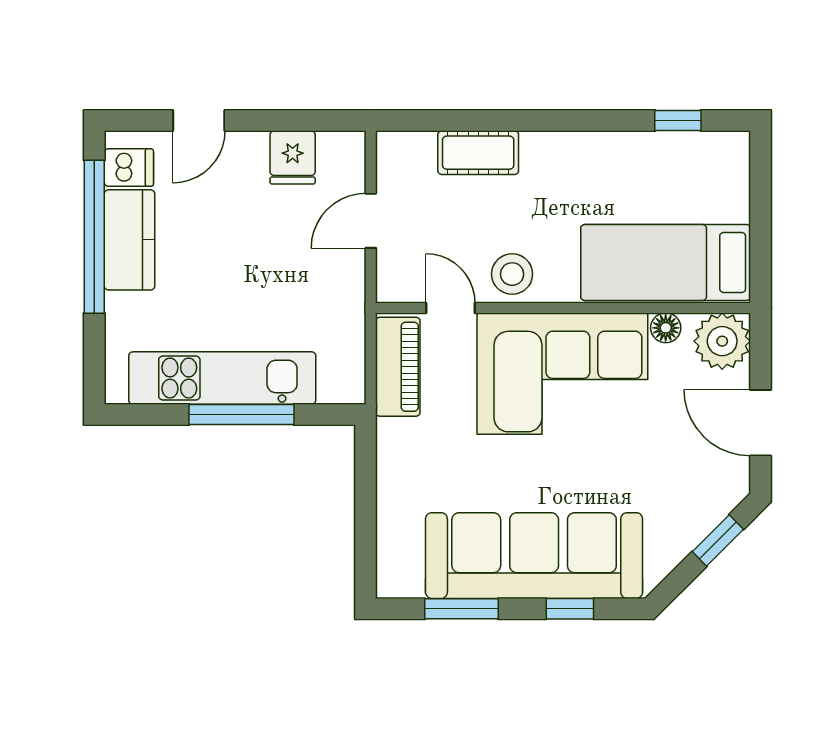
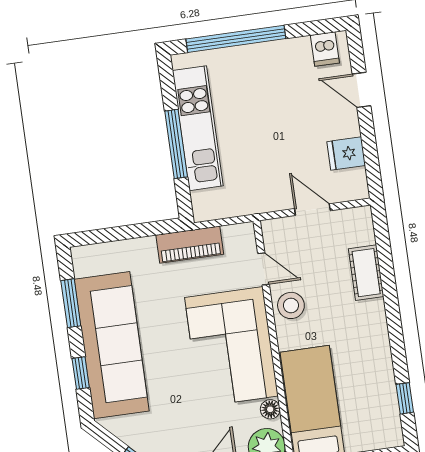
window: (94, 237) -> (236, 39), moved
kitchen counter: (130, 240) -> (278, 56), removed
door: (450, 308) -> (264, 269), hinge flipped
piano: (398, 367) -> (190, 245), moved

